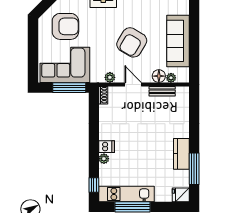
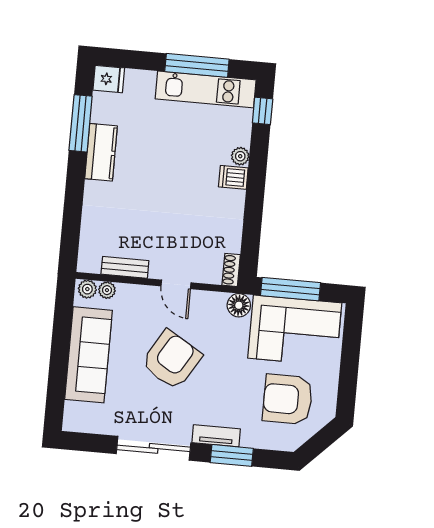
floor lamp: (159, 76) -> (239, 305), moved
plant: (110, 77) -> (87, 289), moved

